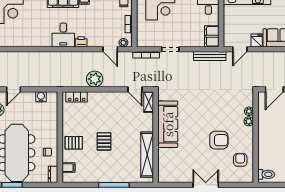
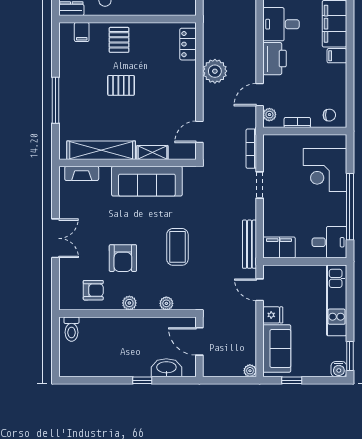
printer: (81, 42) -> (275, 59), width x1.87, depth x1.48
shelving: (149, 102) -> (152, 153), moved
coffee table: (211, 104) -> (177, 247), added
plant: (249, 121) -> (129, 303), moved
fireplace: (163, 168) -> (82, 173), added

